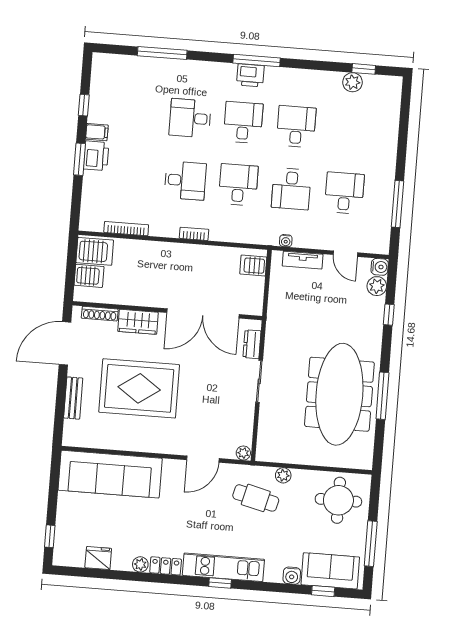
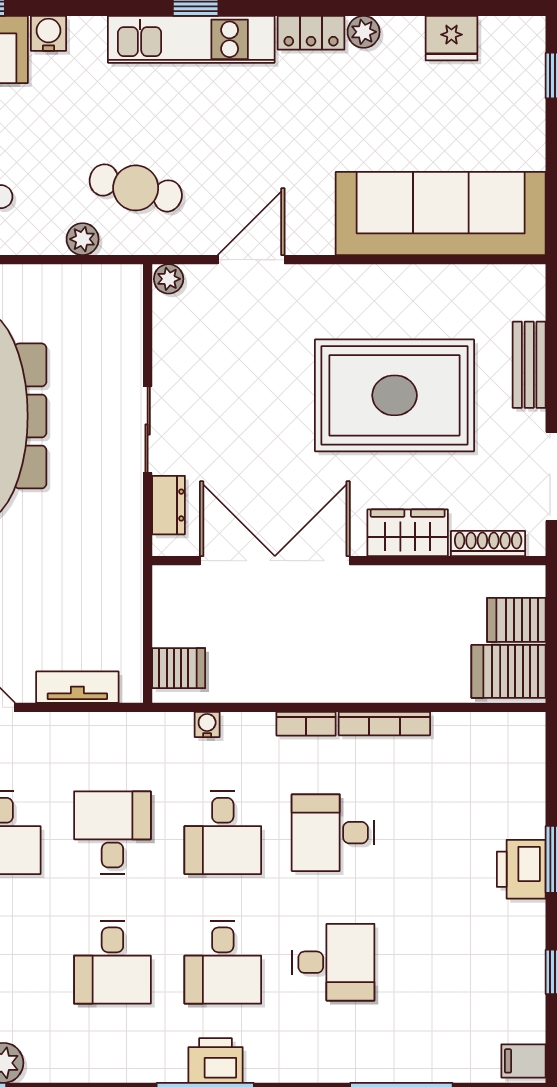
filing cabinet: (97, 132) -> (523, 1061), moved
bookcase: (126, 229) -> (384, 724), moved
water cooler: (286, 241) -> (207, 725), moved

